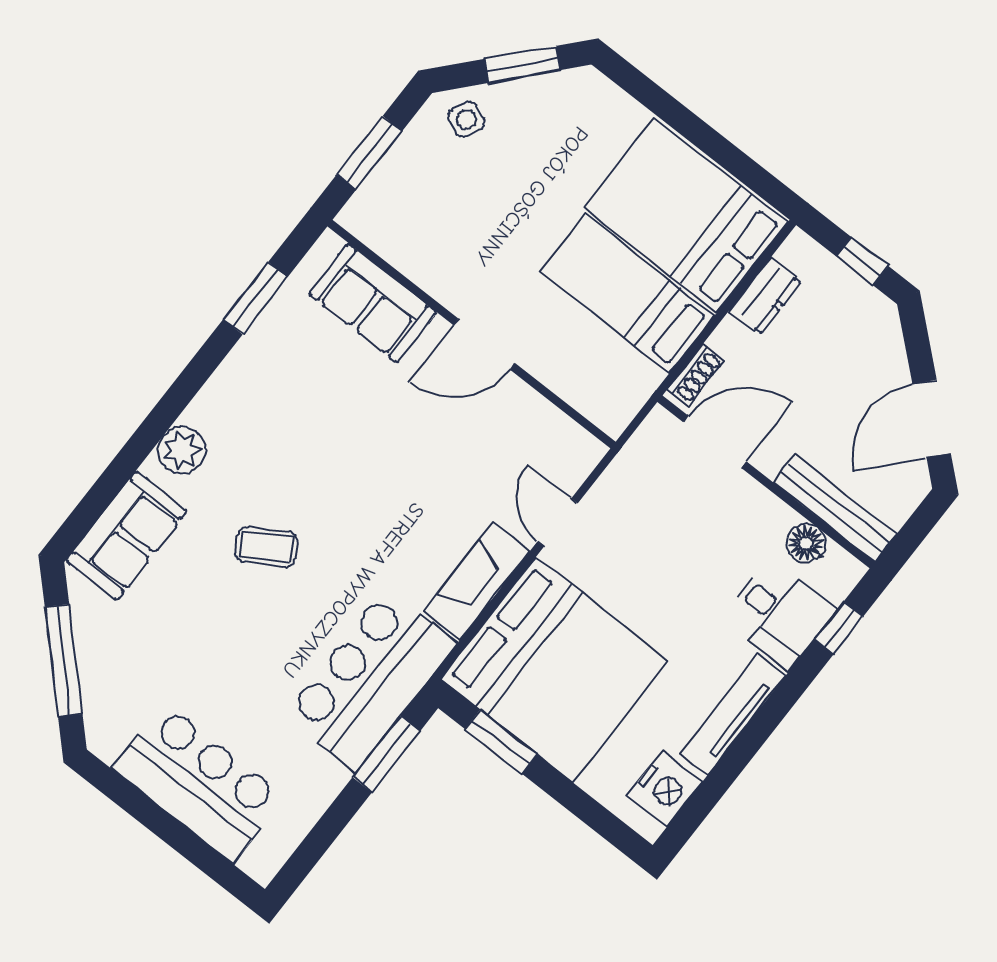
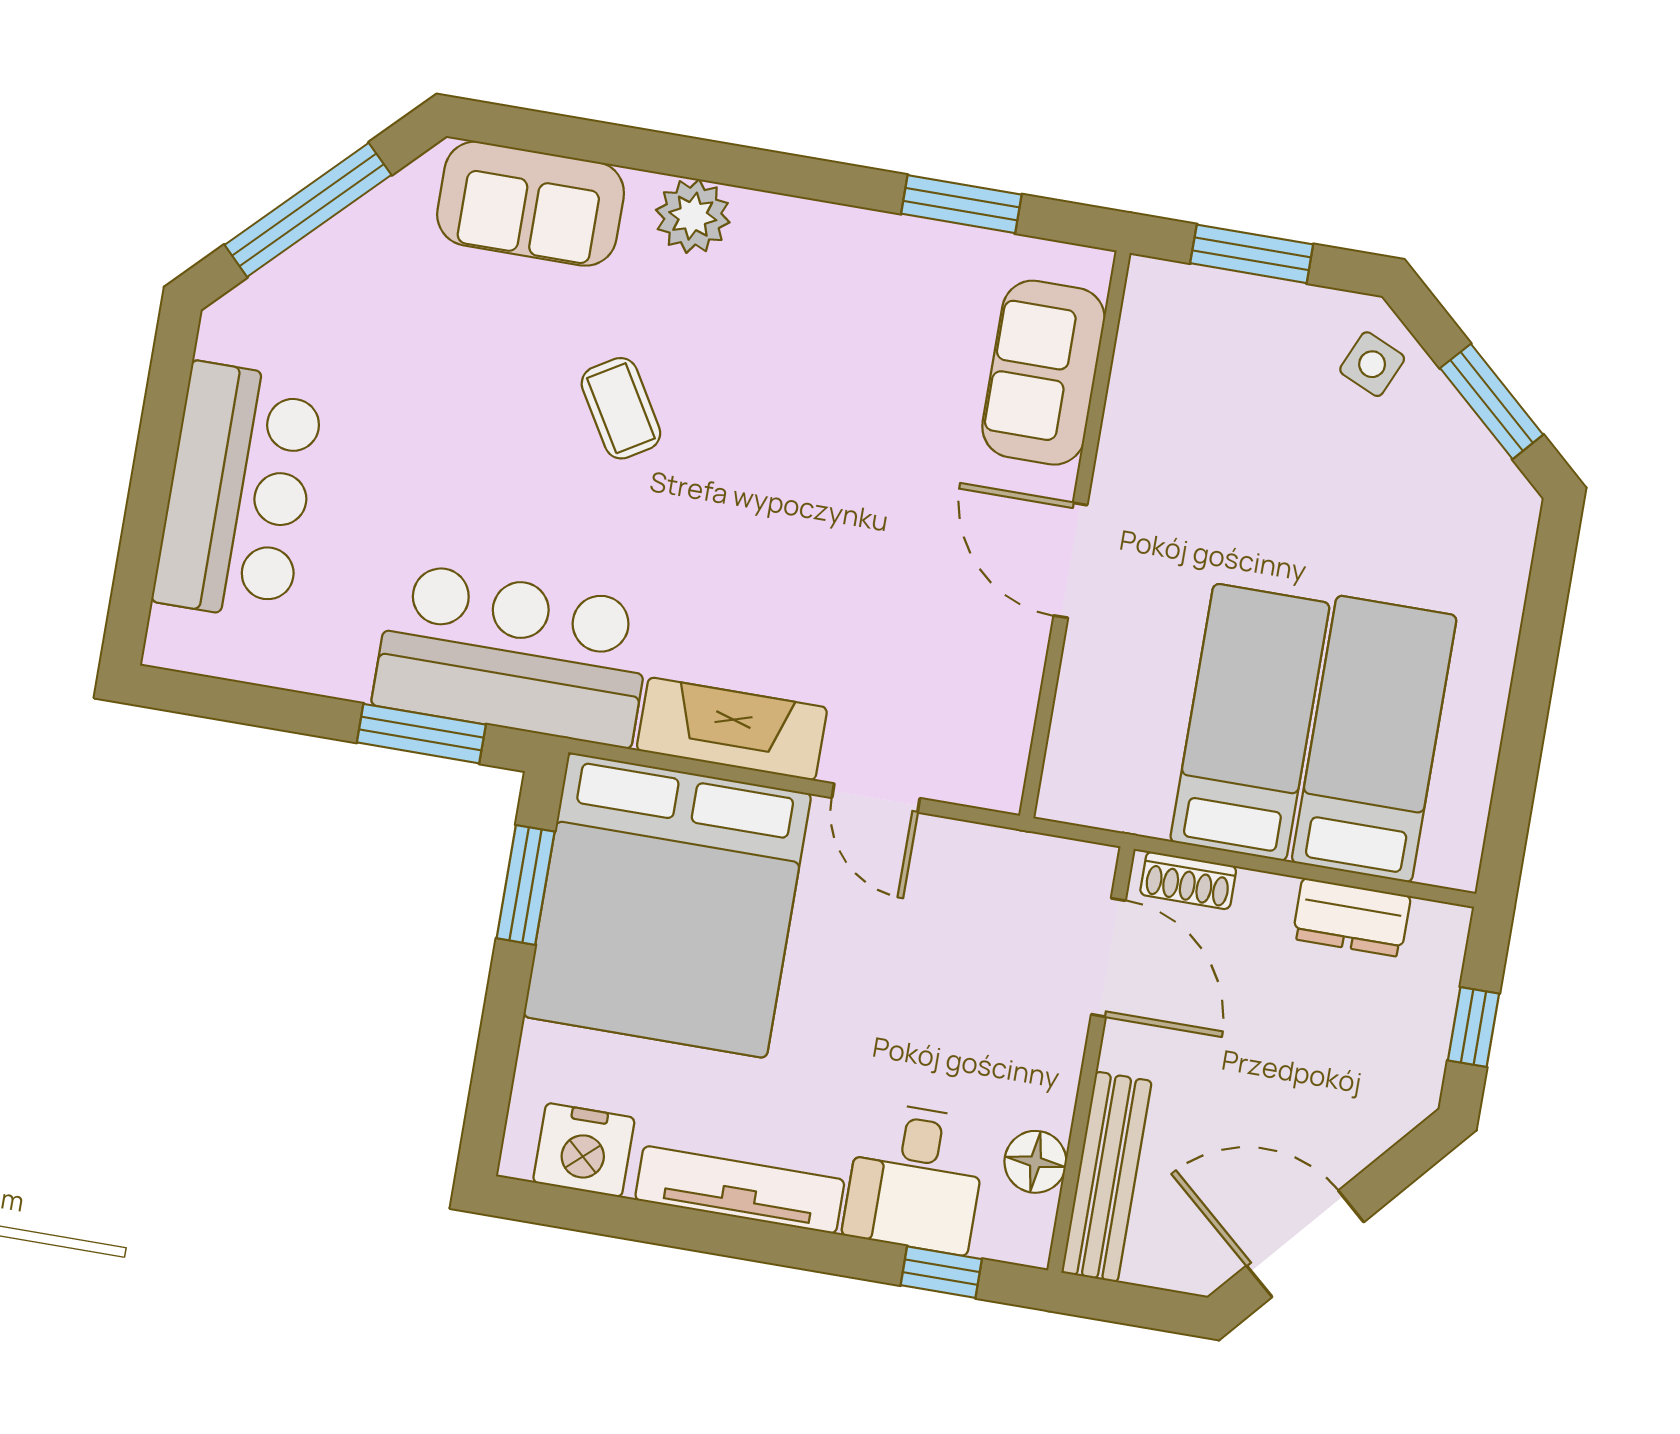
bed: (685, 215) -> (1374, 739), width x0.67
door: (558, 523) -> (876, 798), swing flipped

